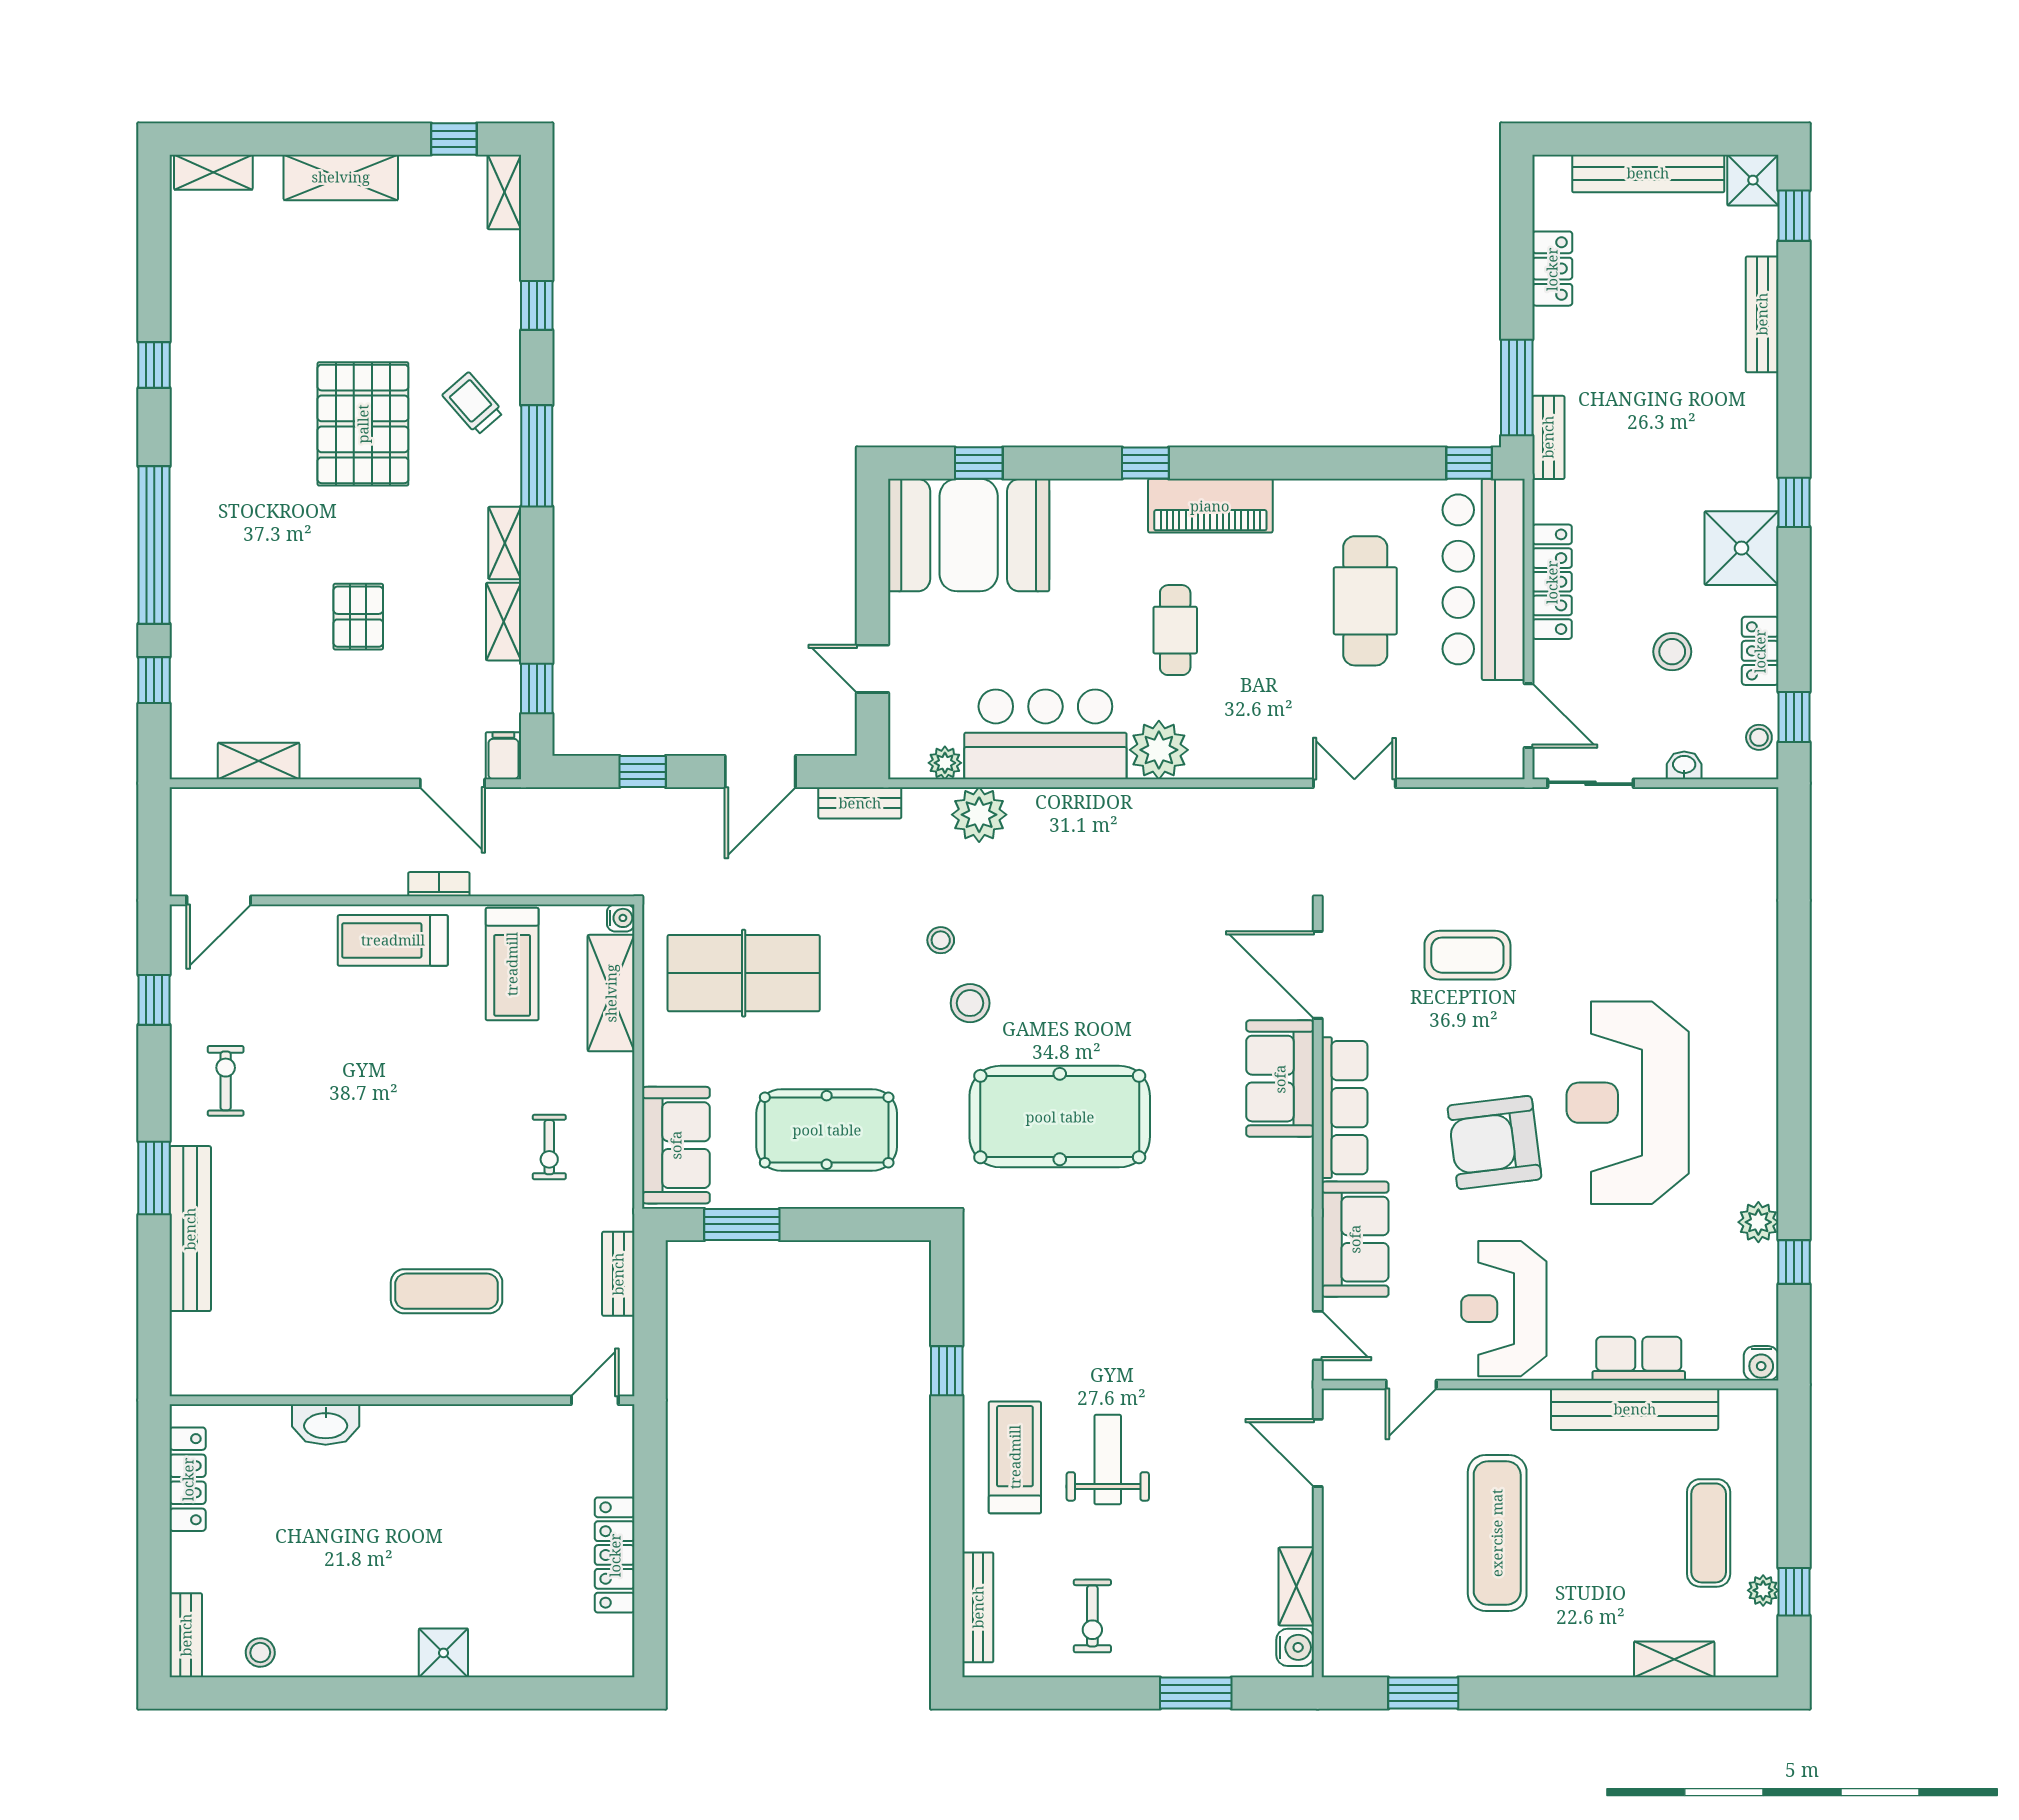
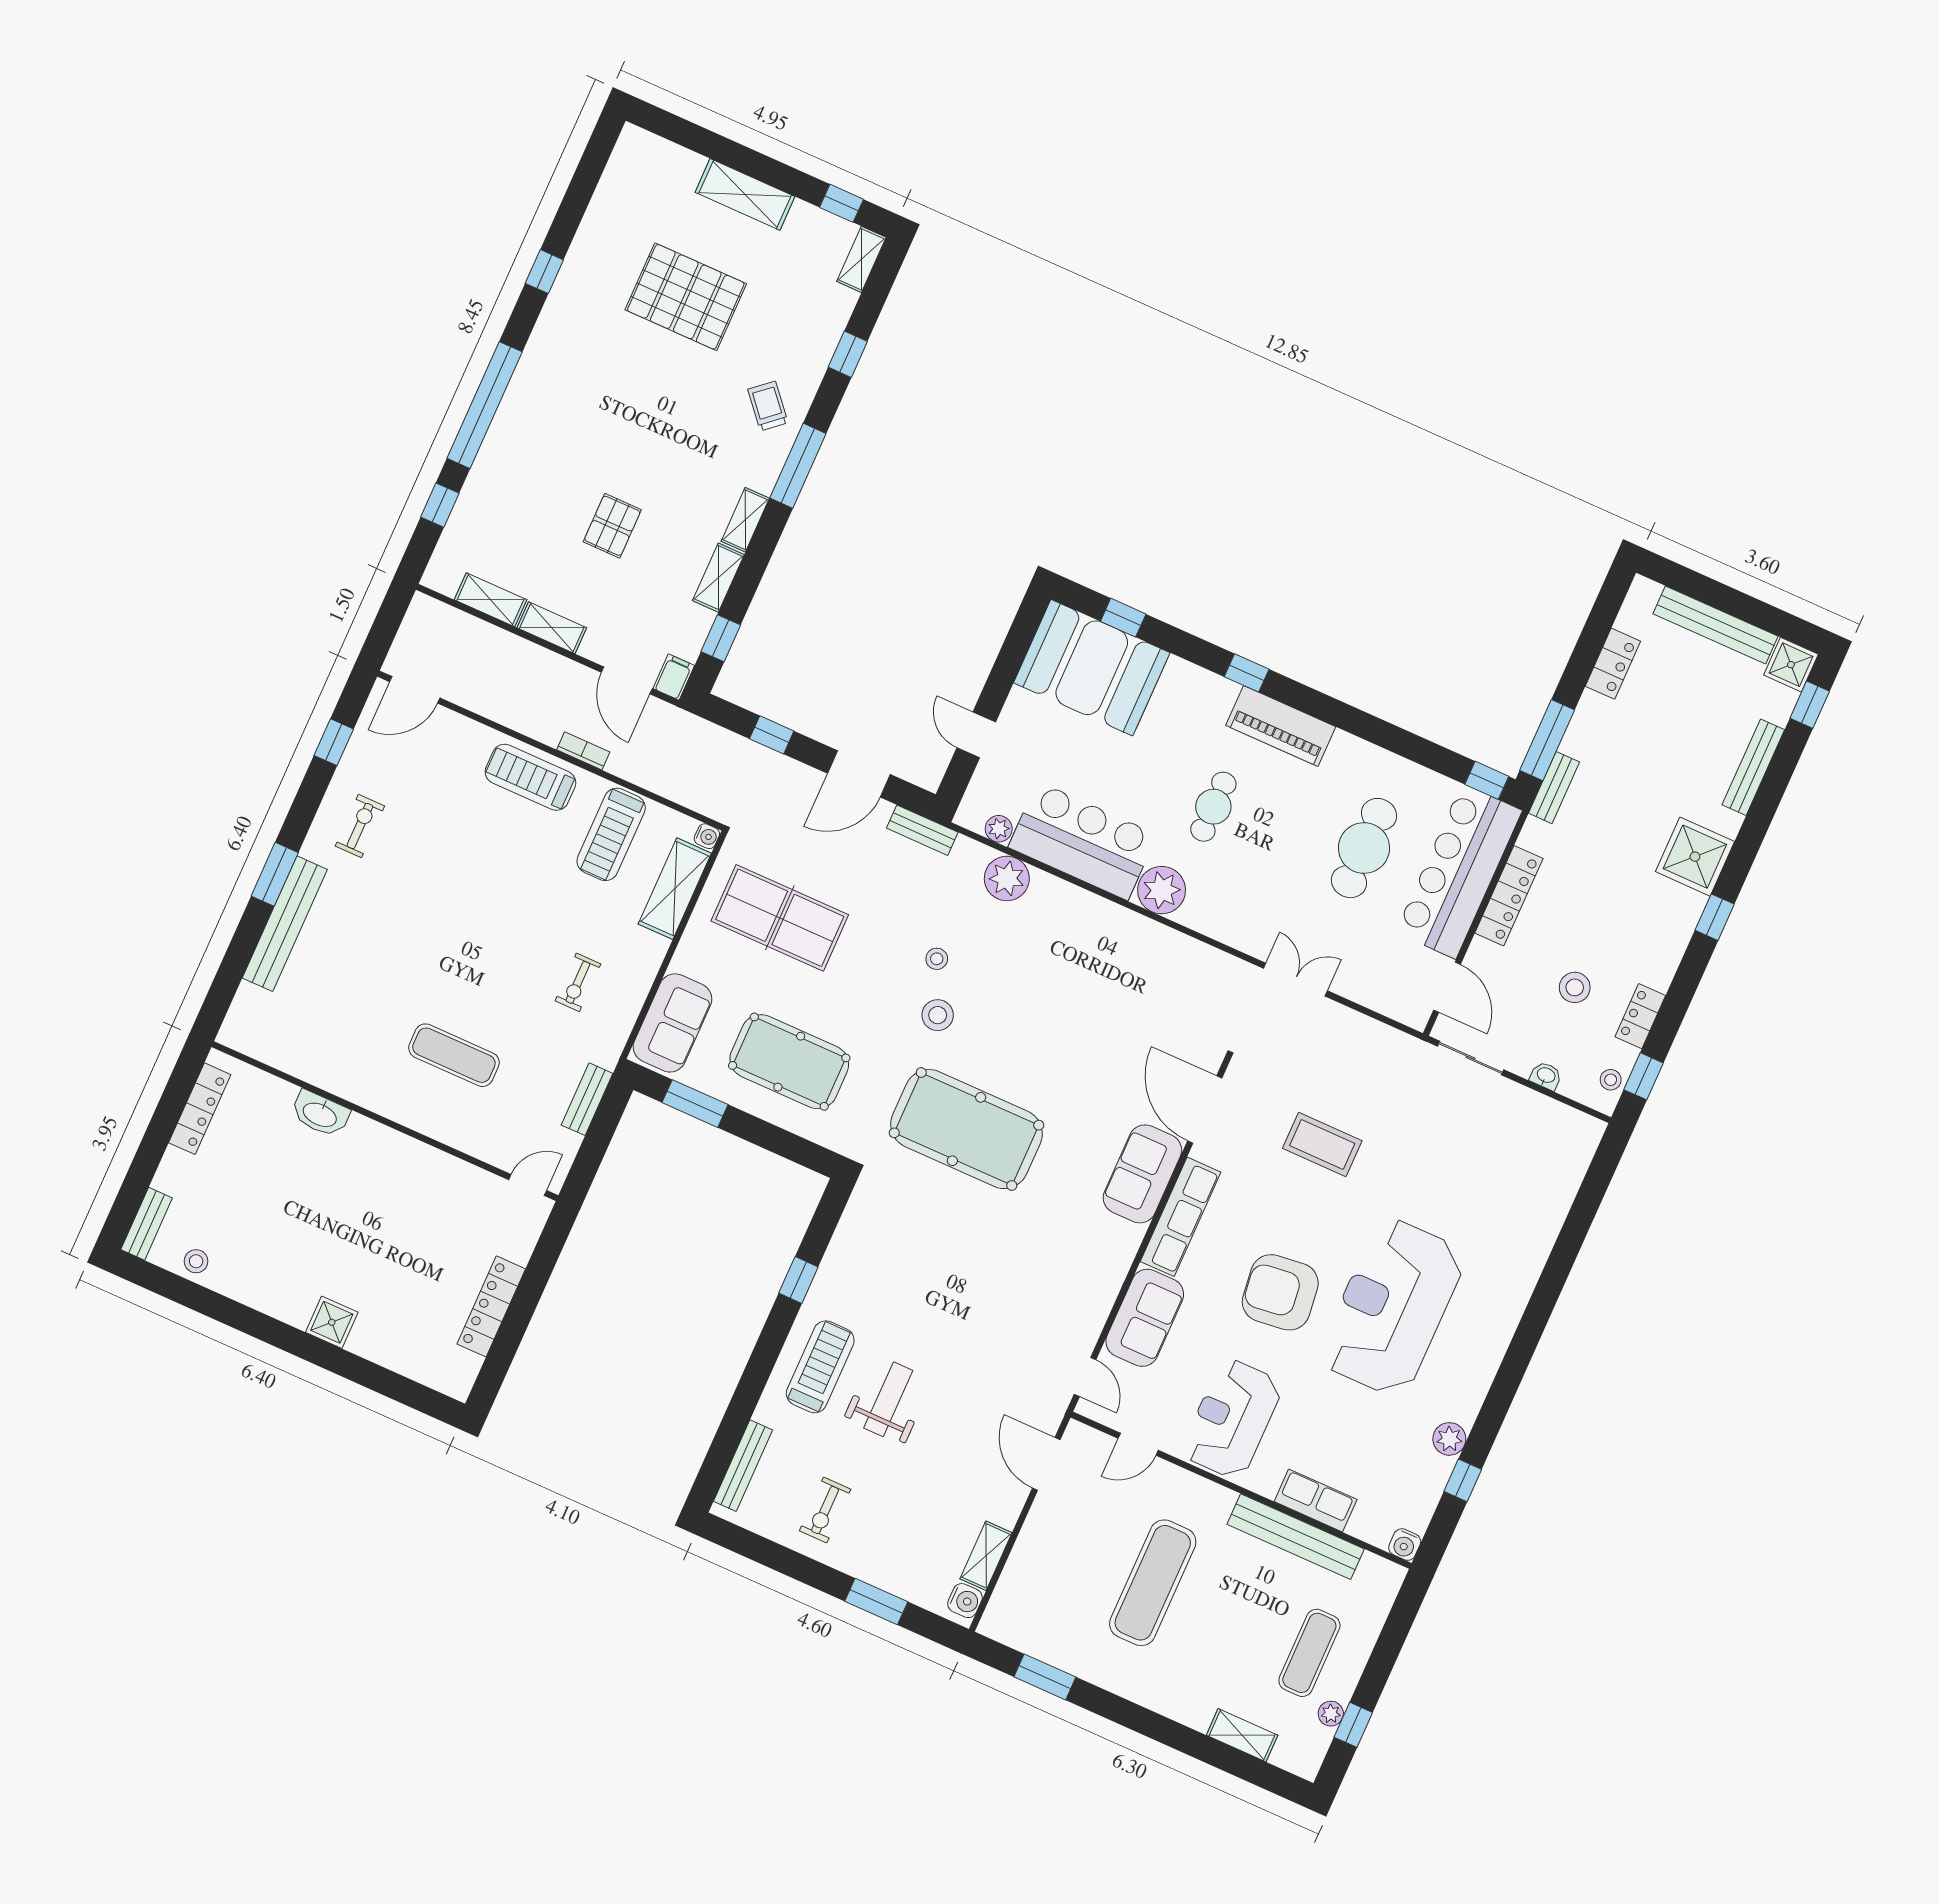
shelving: (213, 172) -> (552, 628), moved
pallet: (363, 424) -> (686, 297), moved, turned 90
shower: (1742, 548) -> (1695, 857), moved

